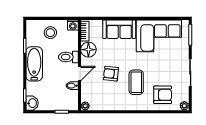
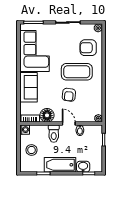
coffee table: (136, 82) -> (77, 72), width x1.36, depth x1.32
armchair: (163, 95) -> (88, 48), turned -90
washbasin: (32, 103) -> (83, 167), moved

